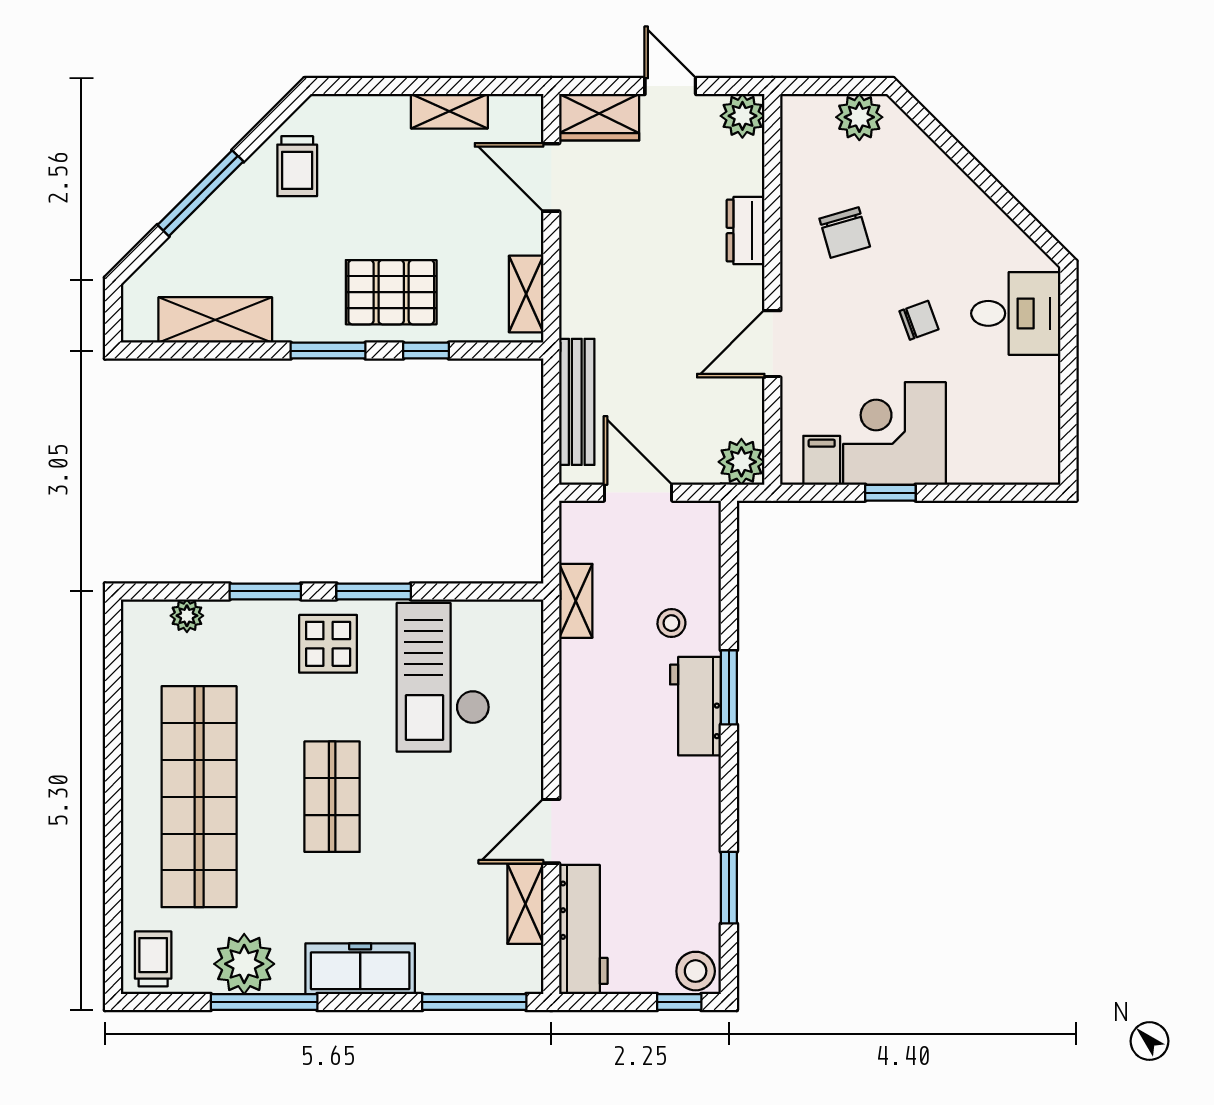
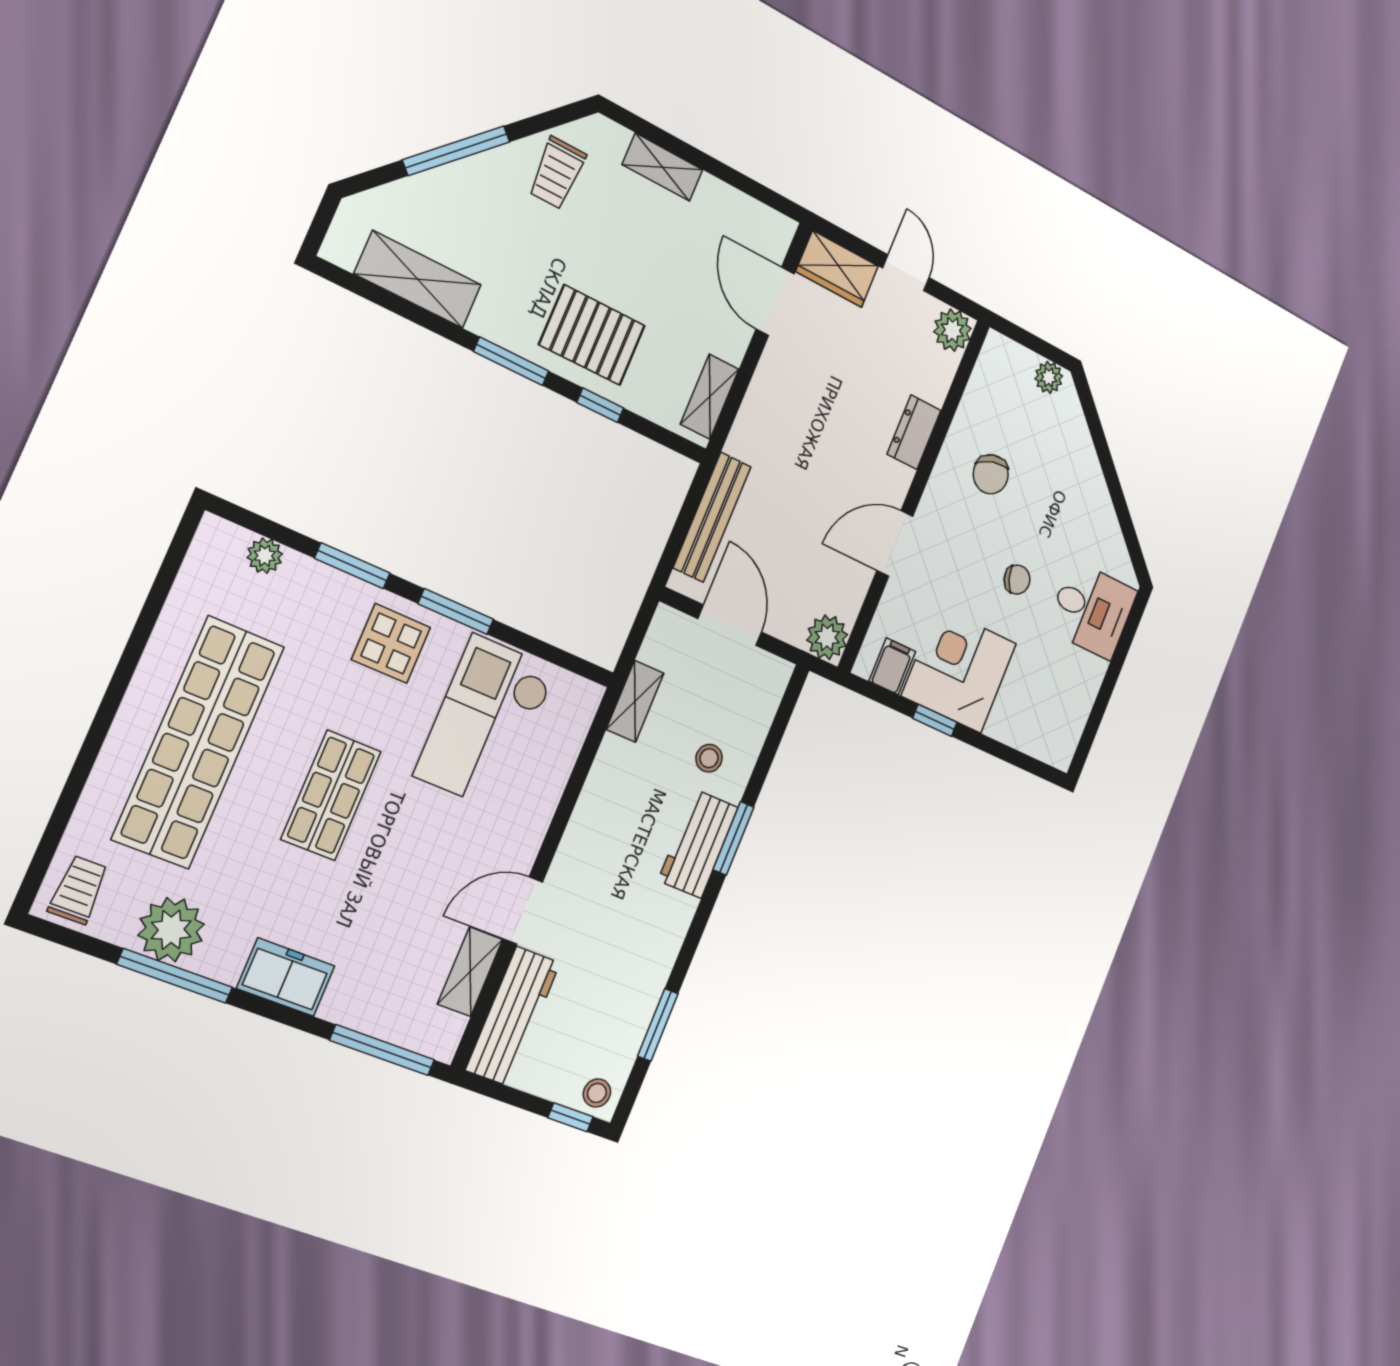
shelving: (449, 111) -> (663, 167), moved
plant: (859, 117) -> (1049, 377), width x0.73, depth x0.73
freezer: (360, 969) -> (286, 977), width x0.71
stool: (696, 971) -> (597, 1093), width x0.73, depth x0.73

